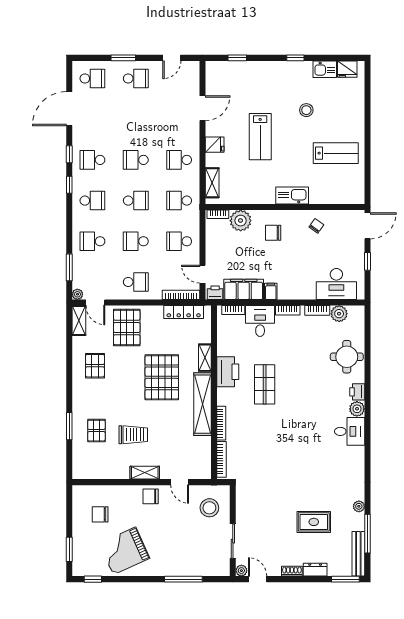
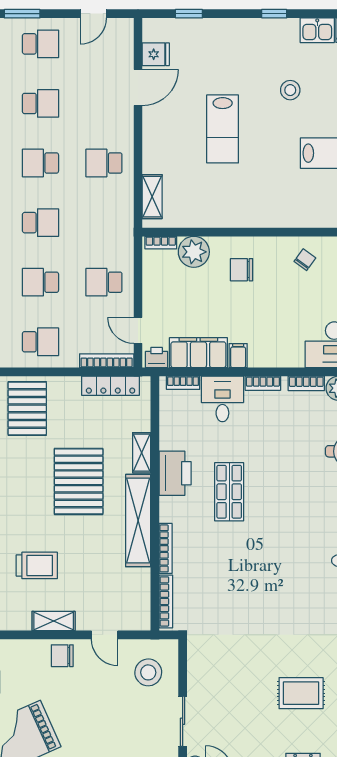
fridge: (215, 145) -> (156, 54), moved
kitchen sink: (292, 196) -> (270, 215), removed
school desk: (179, 201) -> (40, 103), moved, turned 180

